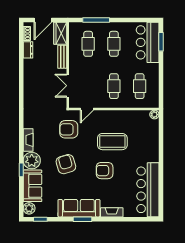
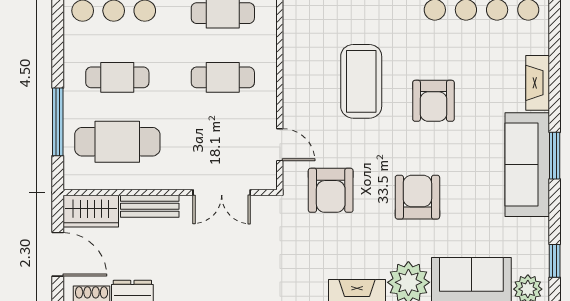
cafe table: (88, 44) -> (117, 142), width x1.37, depth x1.35
armchair: (66, 164) -> (417, 197), turned 106

